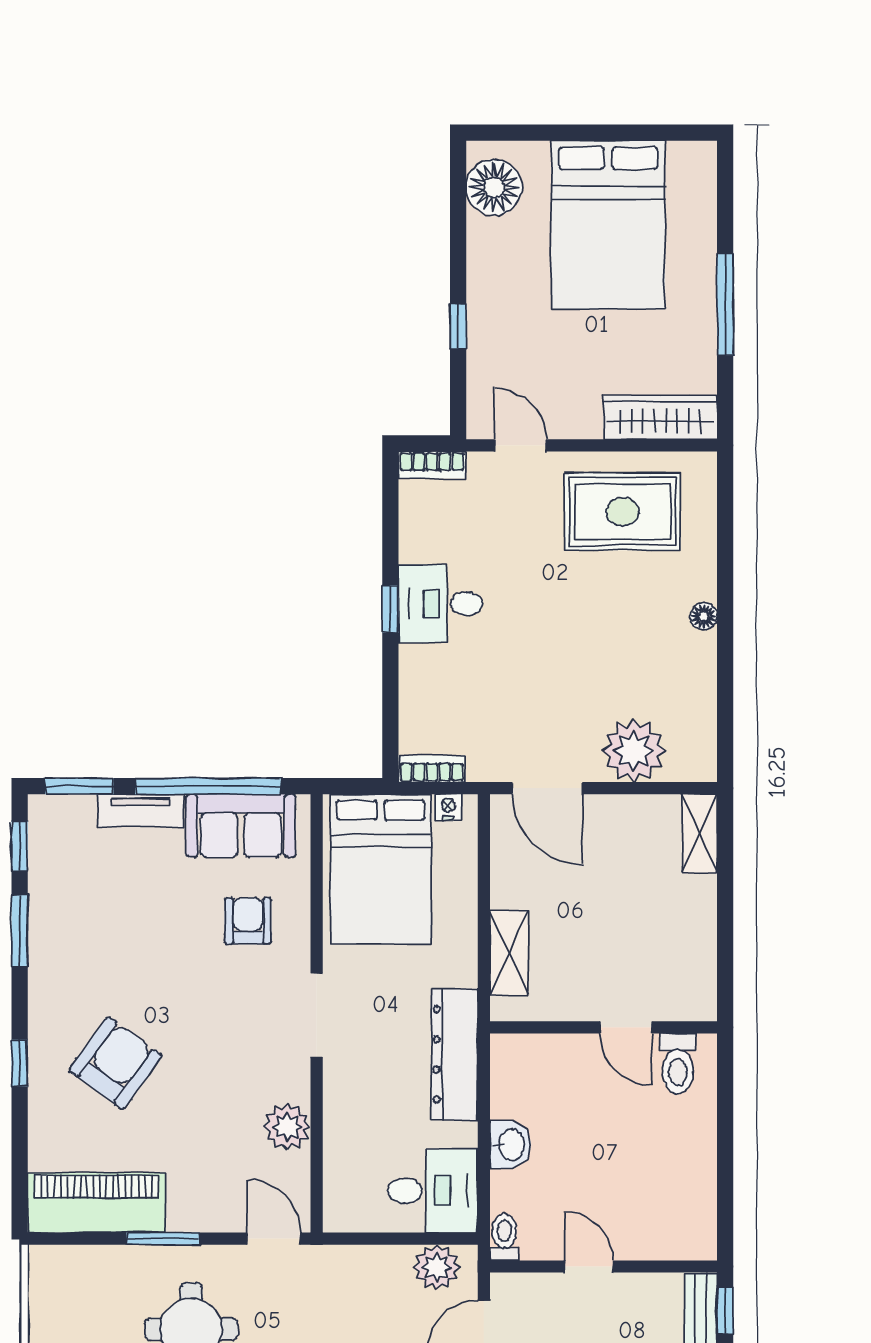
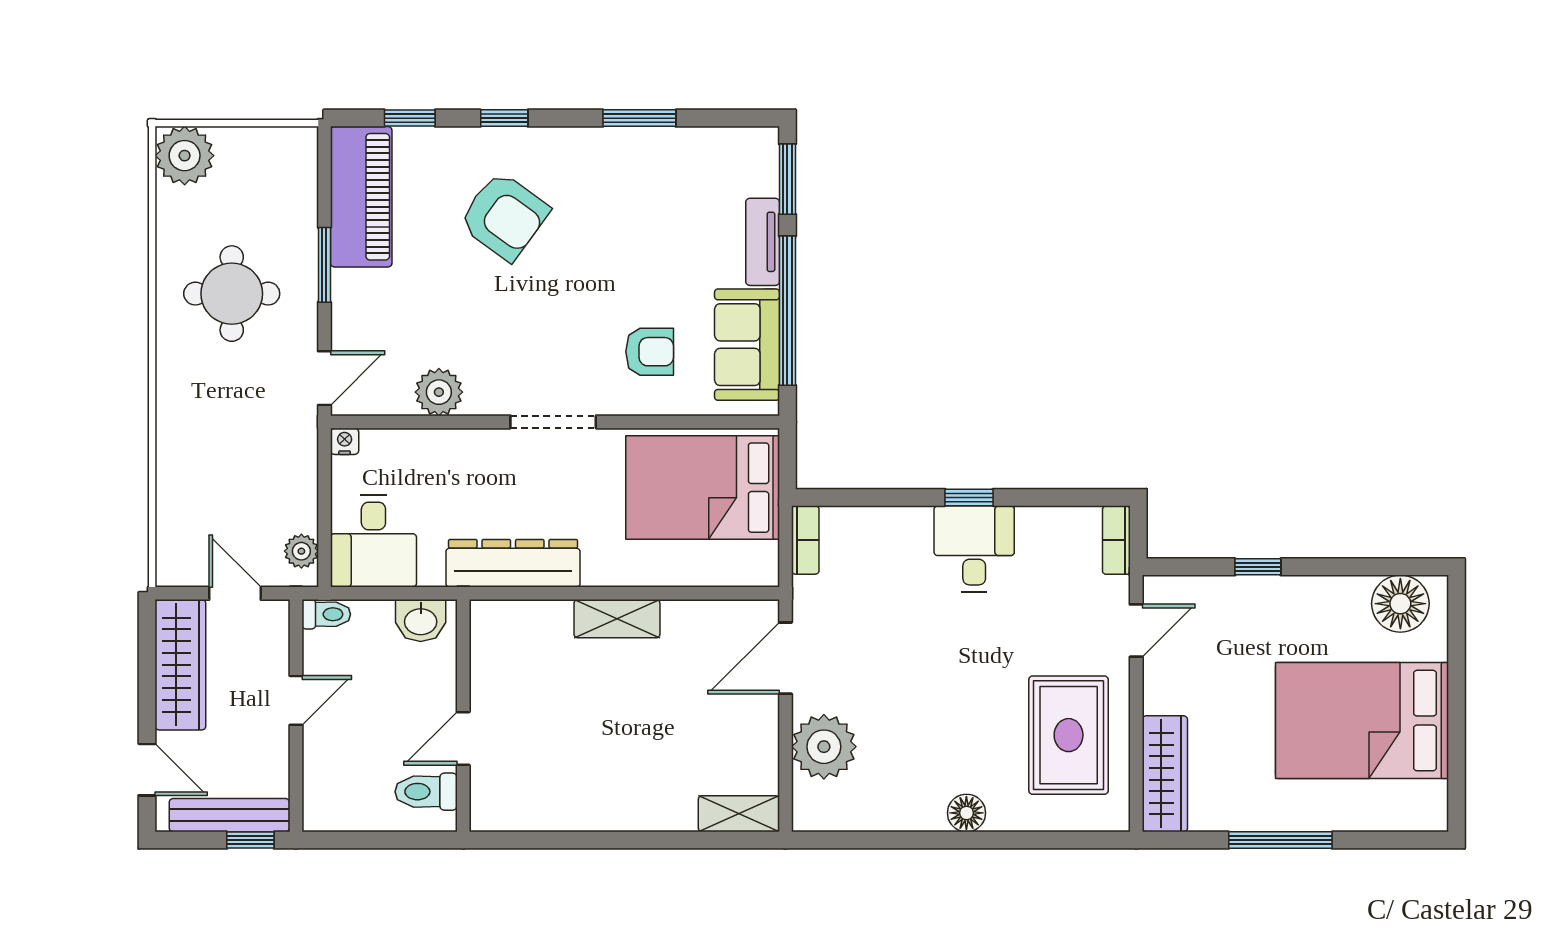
floor lamp: (704, 616) -> (966, 813), width x1.37, depth x1.37
nightstand: (448, 807) -> (345, 441), moved, turned -90
window: (20, 846) -> (410, 118), moved
wall: (604, 1027) -> (463, 716), moved
door: (626, 1027) -> (463, 738), moved
toilet: (678, 1064) -> (426, 792), moved
plant: (437, 1267) -> (301, 551), width x0.73, depth x0.73

